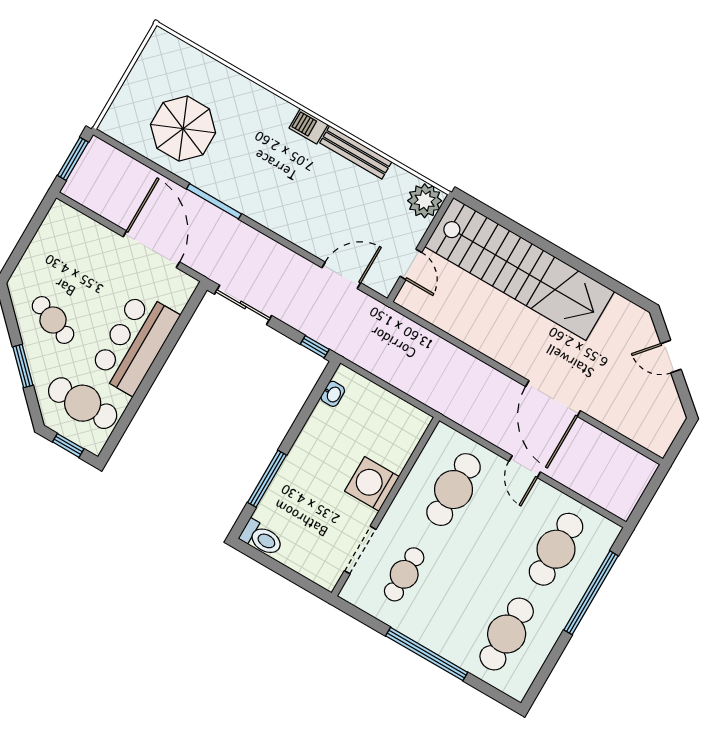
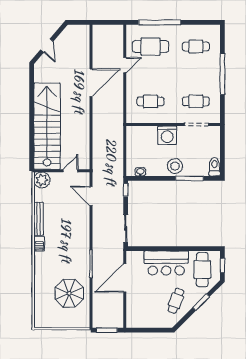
stool: (306, 465) -> (175, 166), added
door: (525, 467) -> (125, 65), moved
cafe table: (453, 490) -> (150, 101), width x0.73, depth x0.74
cafe table: (507, 634) -> (196, 47), width x0.73, depth x0.74

